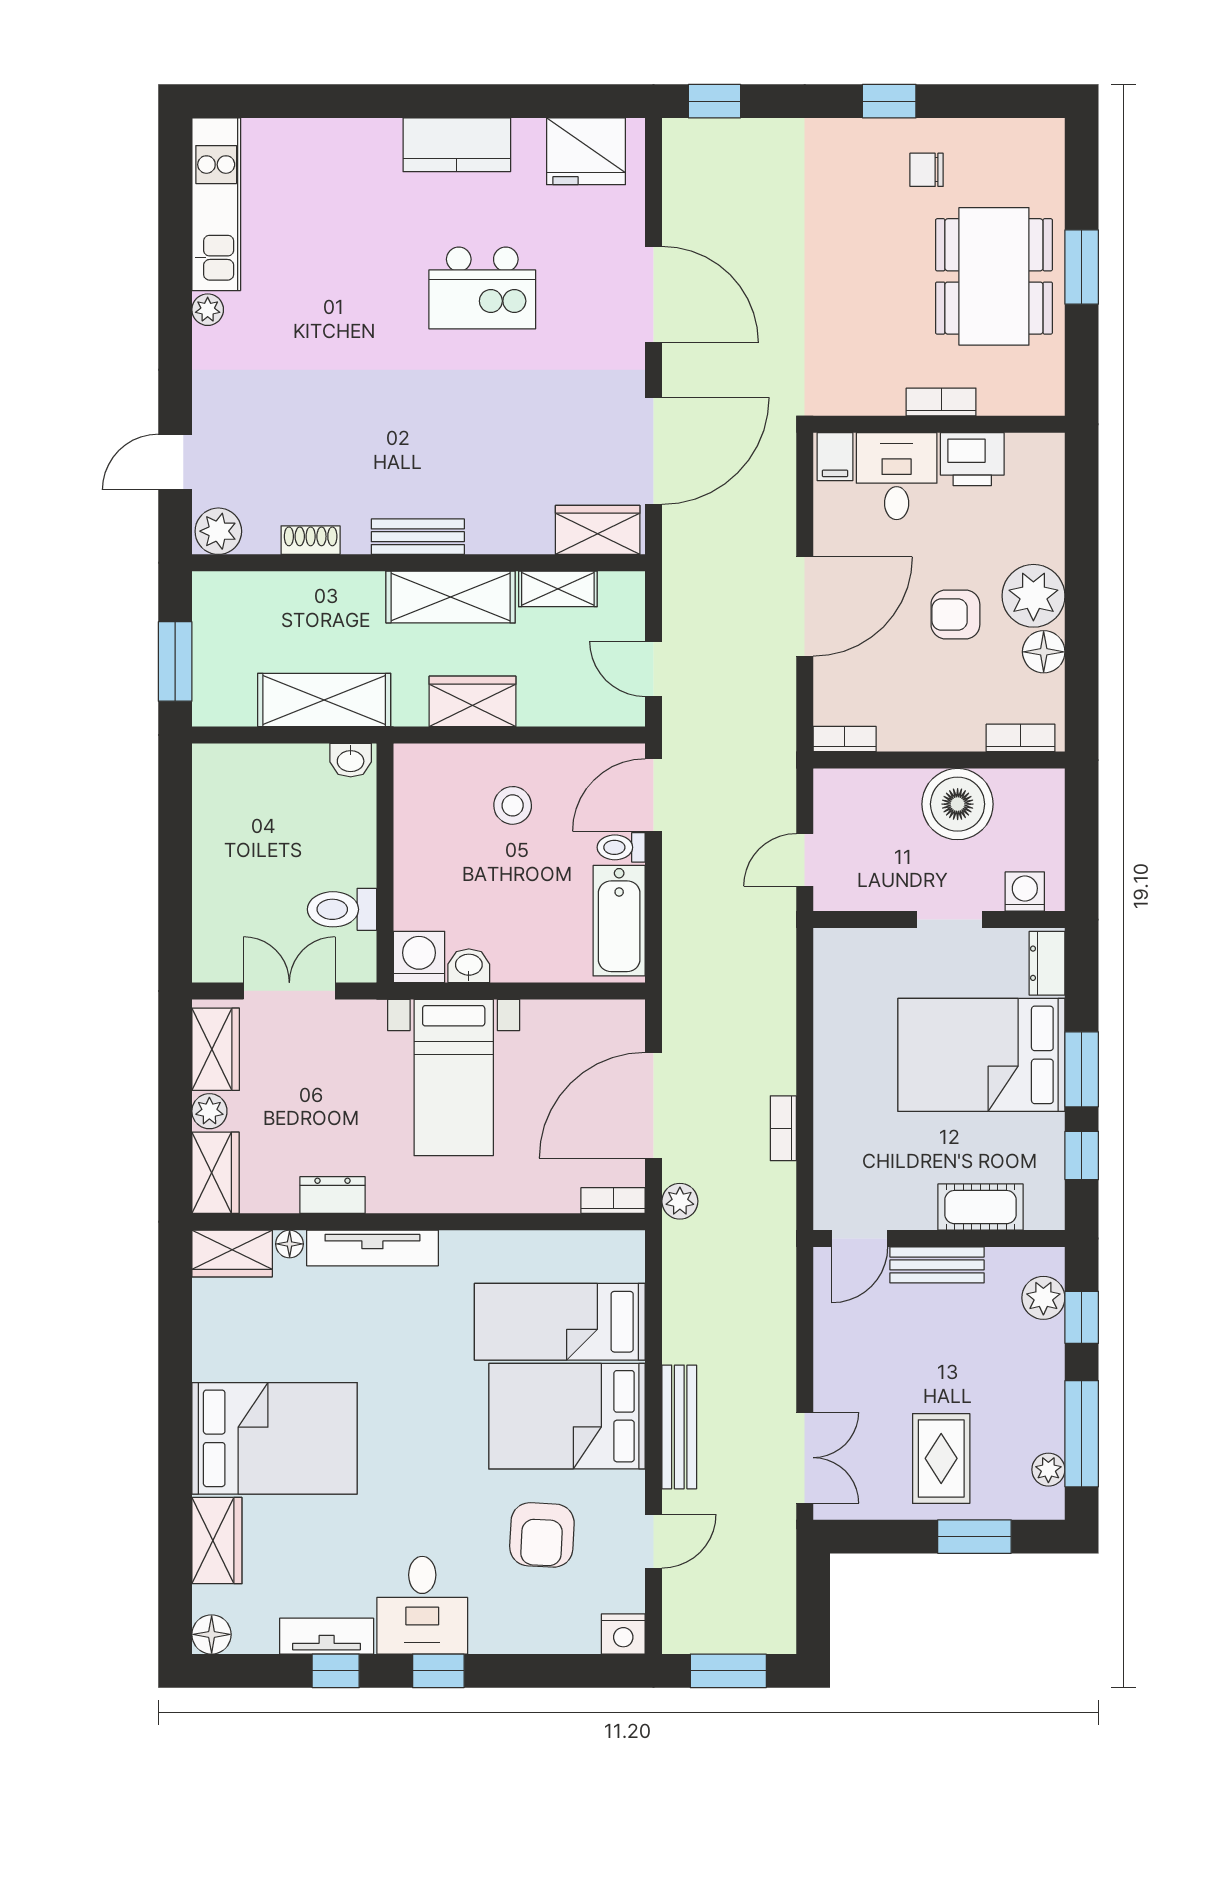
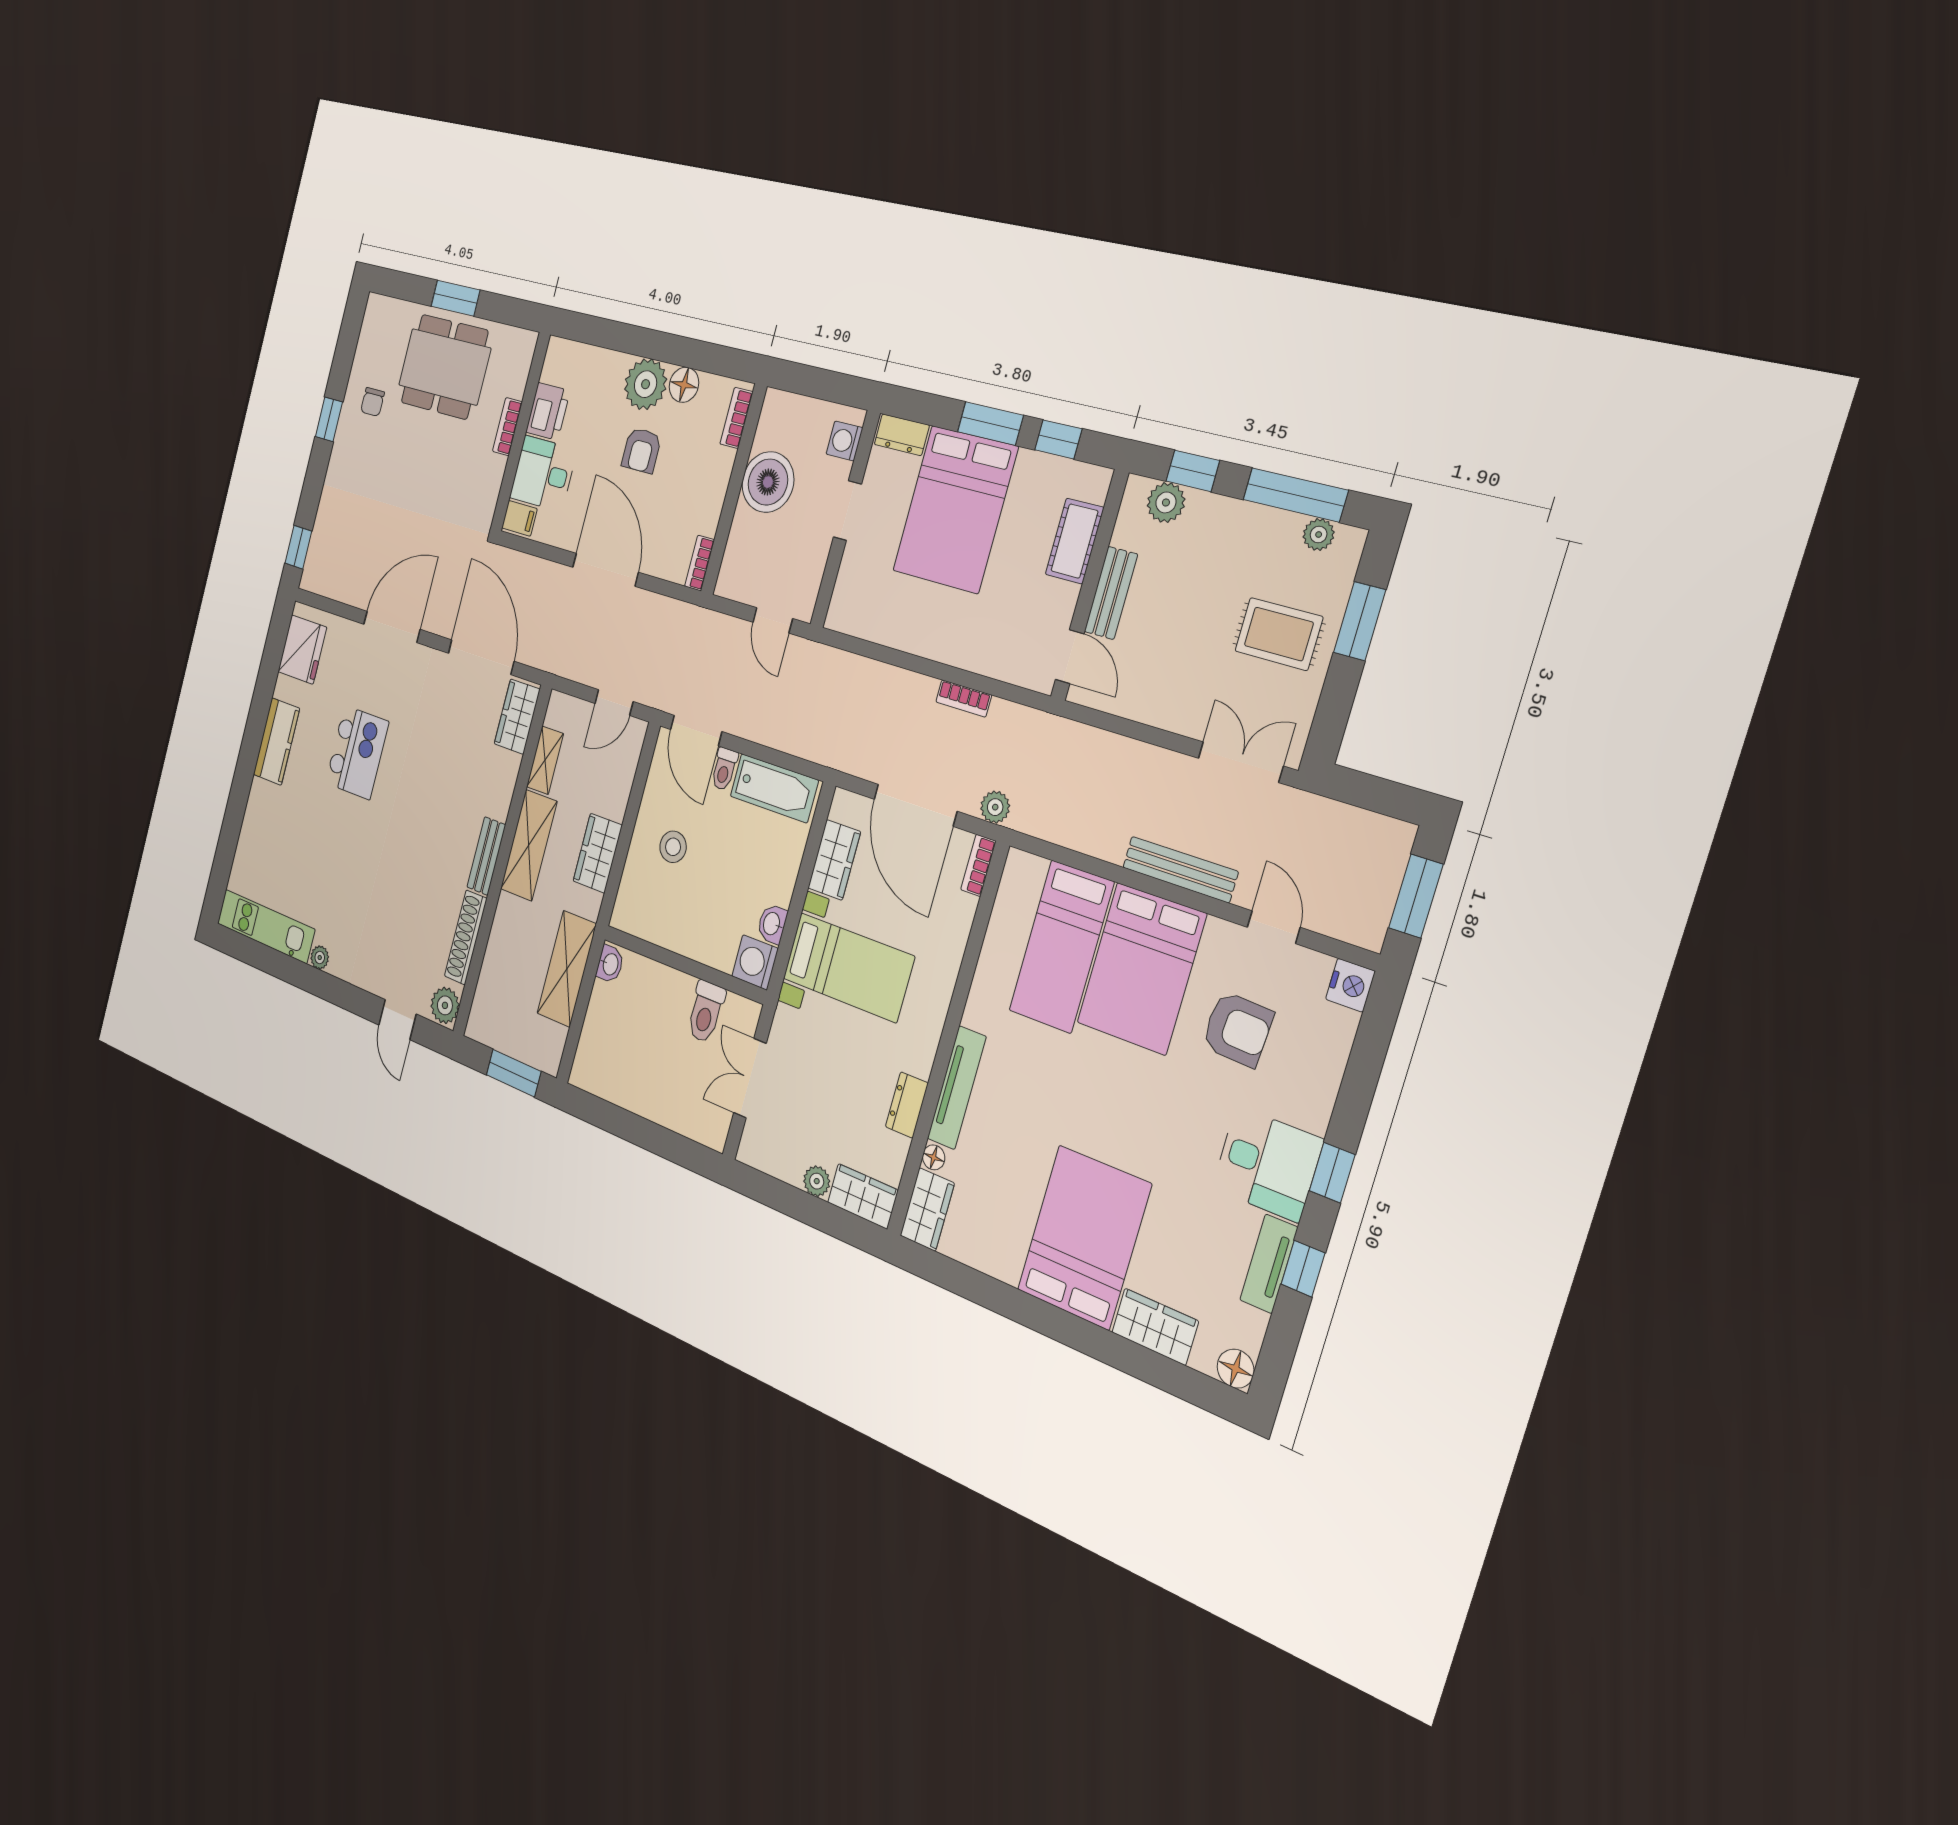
shoe rack: (311, 540) -> (466, 937), width x1.94, depth x1.24
wardrobe: (216, 1049) -> (834, 860), moved, turned 90

